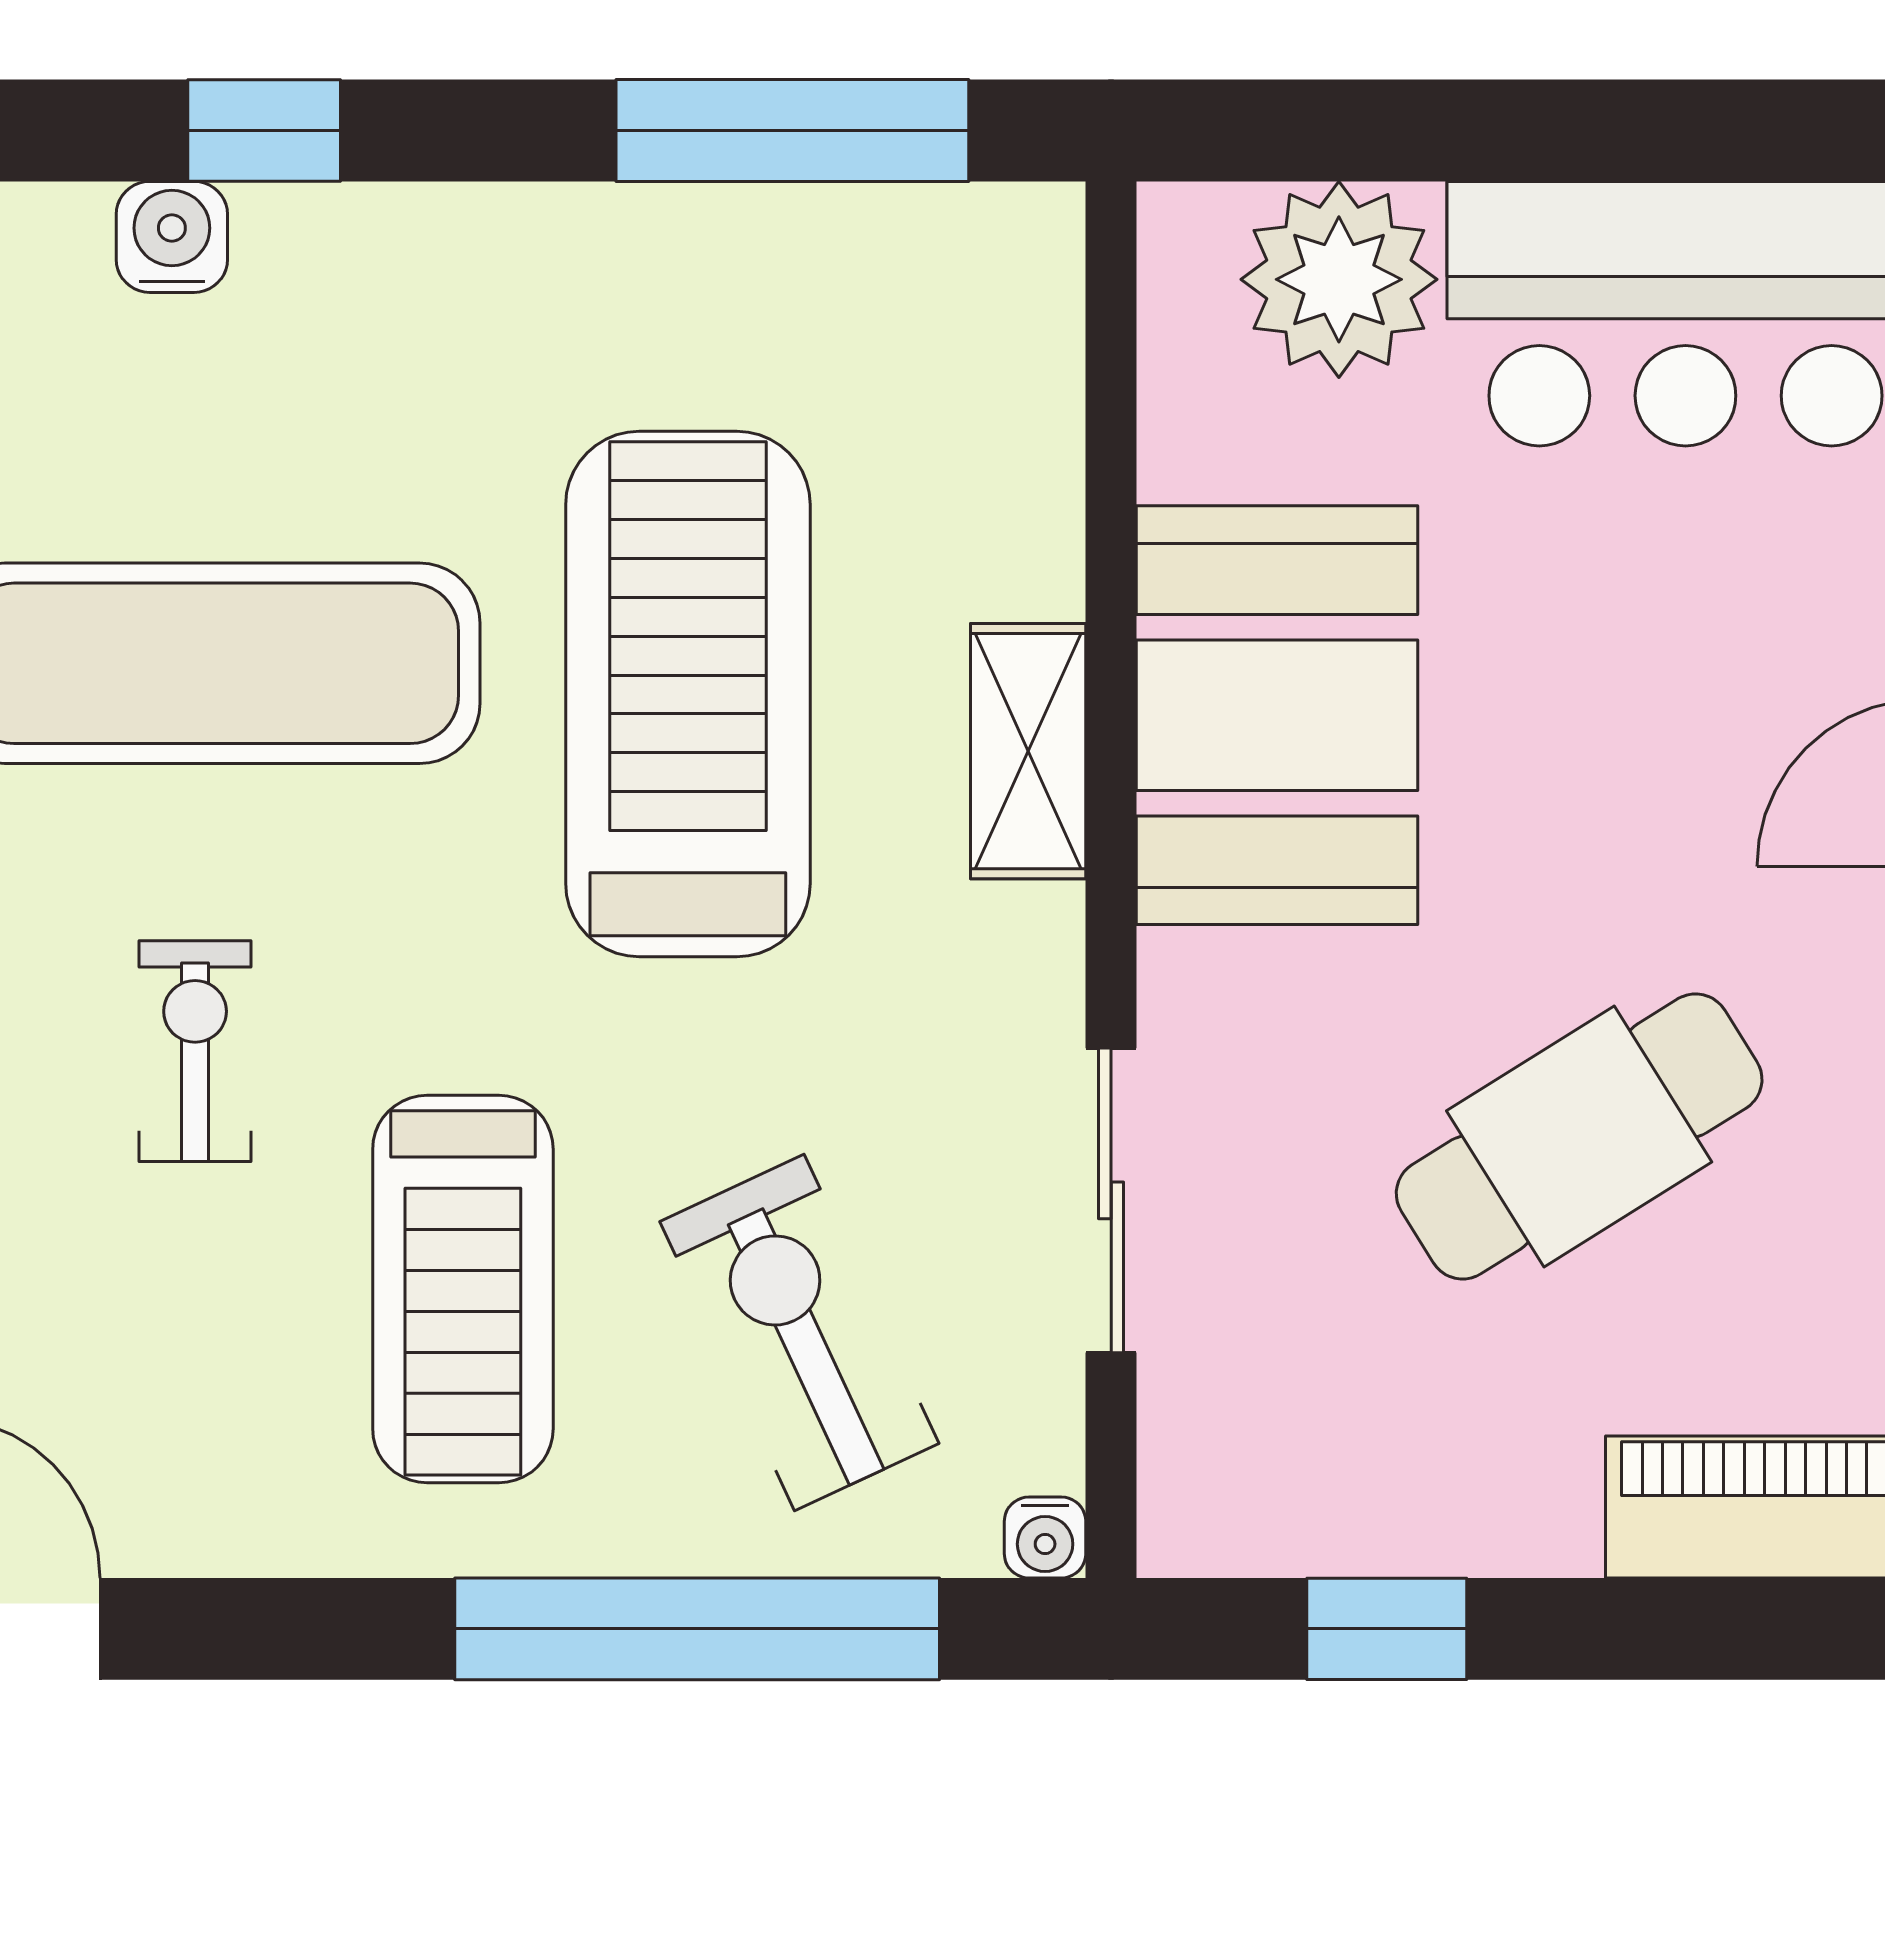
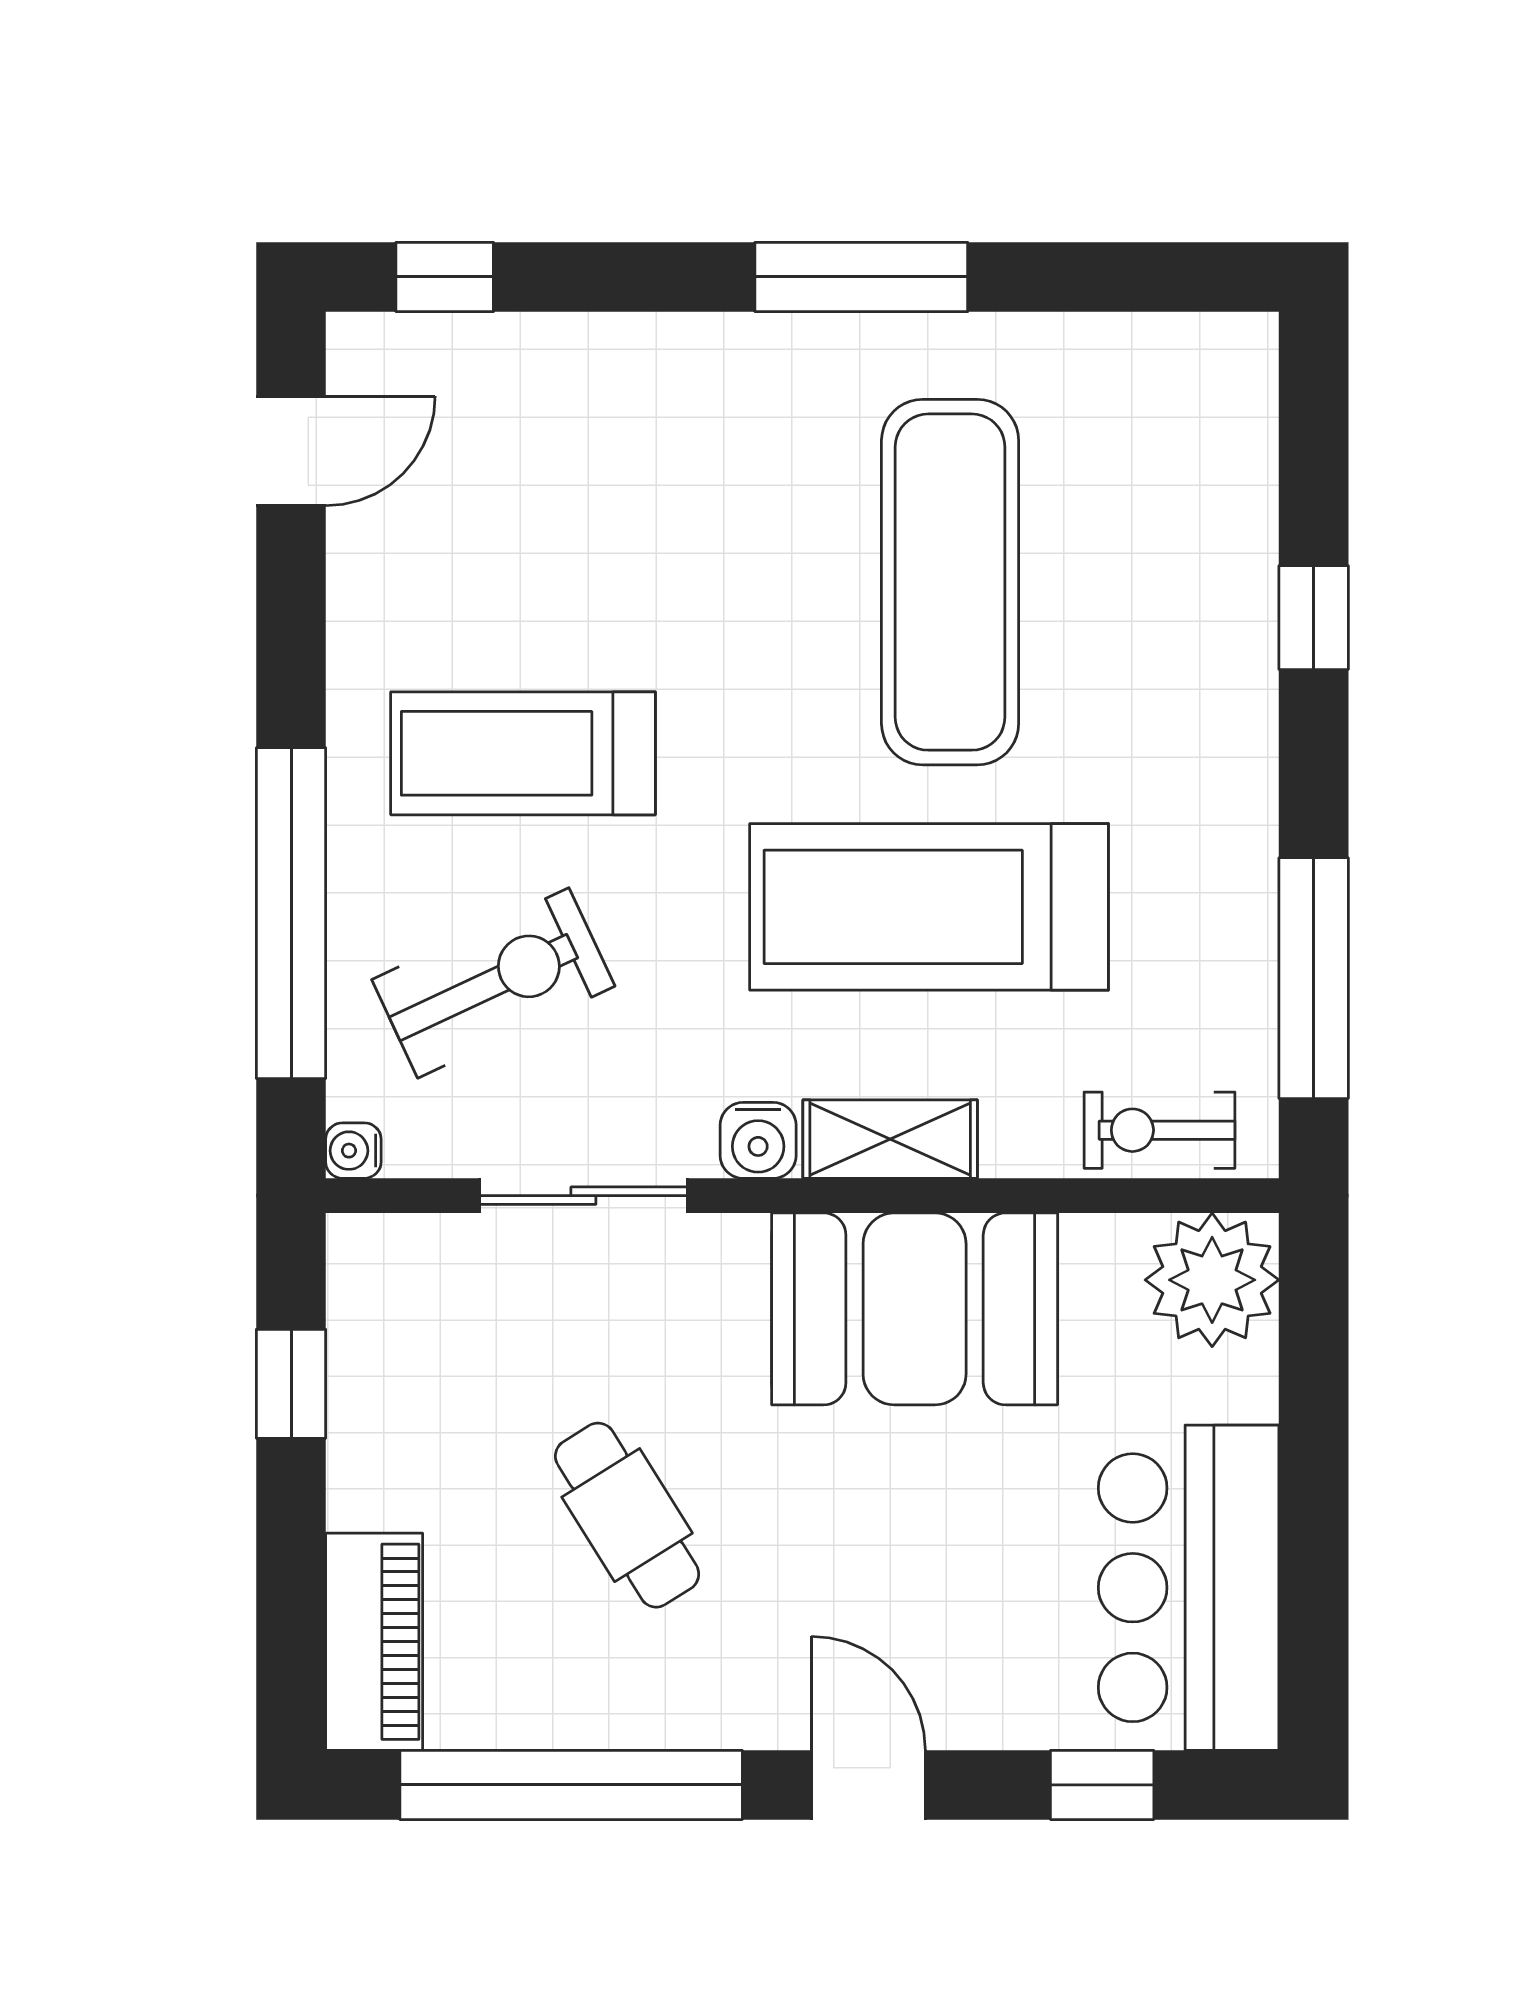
water cooler: (172, 237) -> (758, 1140), moved, turned 90
plant: (1339, 279) -> (1212, 1280), moved
treadmill: (688, 694) -> (929, 907), turned 180
exercise bike: (195, 1051) -> (1160, 1130), moved, turned 180
cafe table: (1579, 1136) -> (627, 1515), width x0.73, depth x0.74

